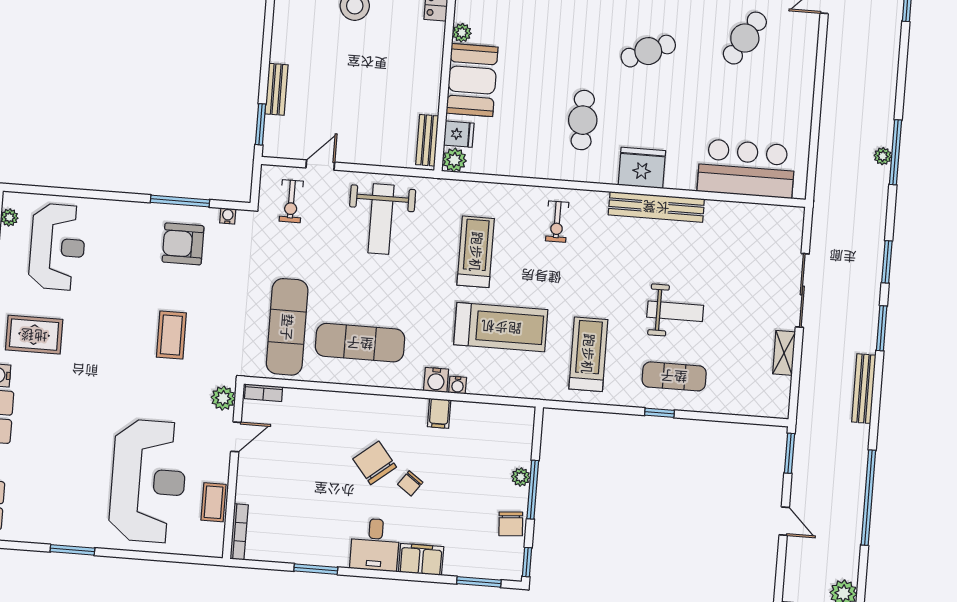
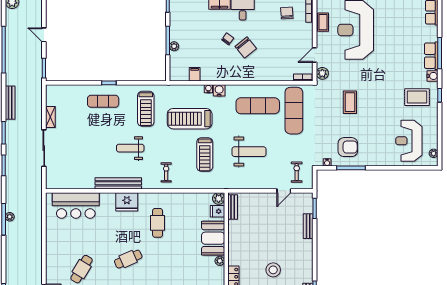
weight bench: (381, 219) -> (249, 152), moved, turned 90
weight bench: (675, 311) -> (130, 148), moved
filing cabinet: (439, 413) -> (195, 74), moved
chair: (511, 524) -> (287, 13), moved

